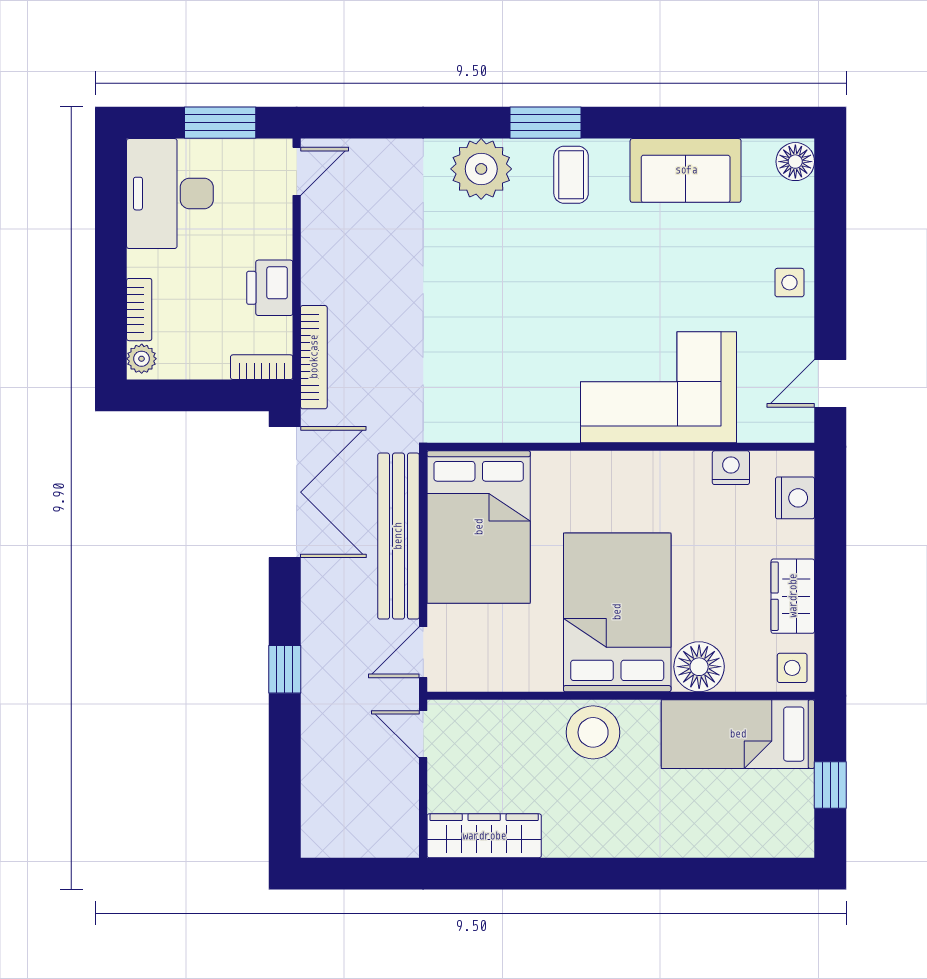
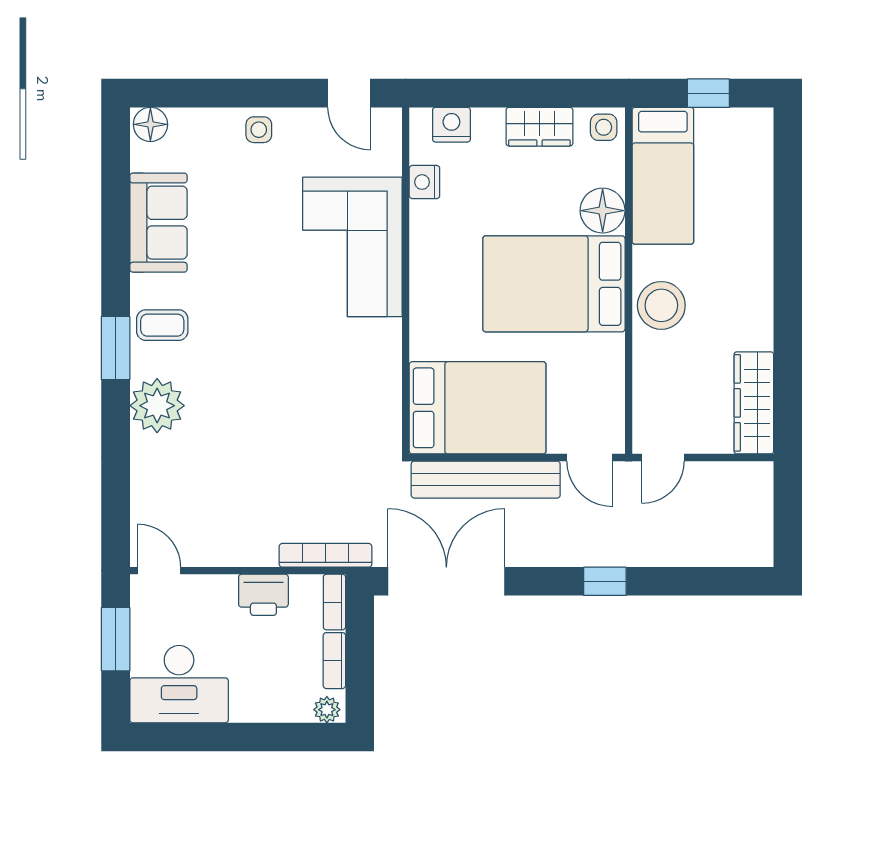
bookcase: (139, 310) -> (334, 661), moved, turned -90

